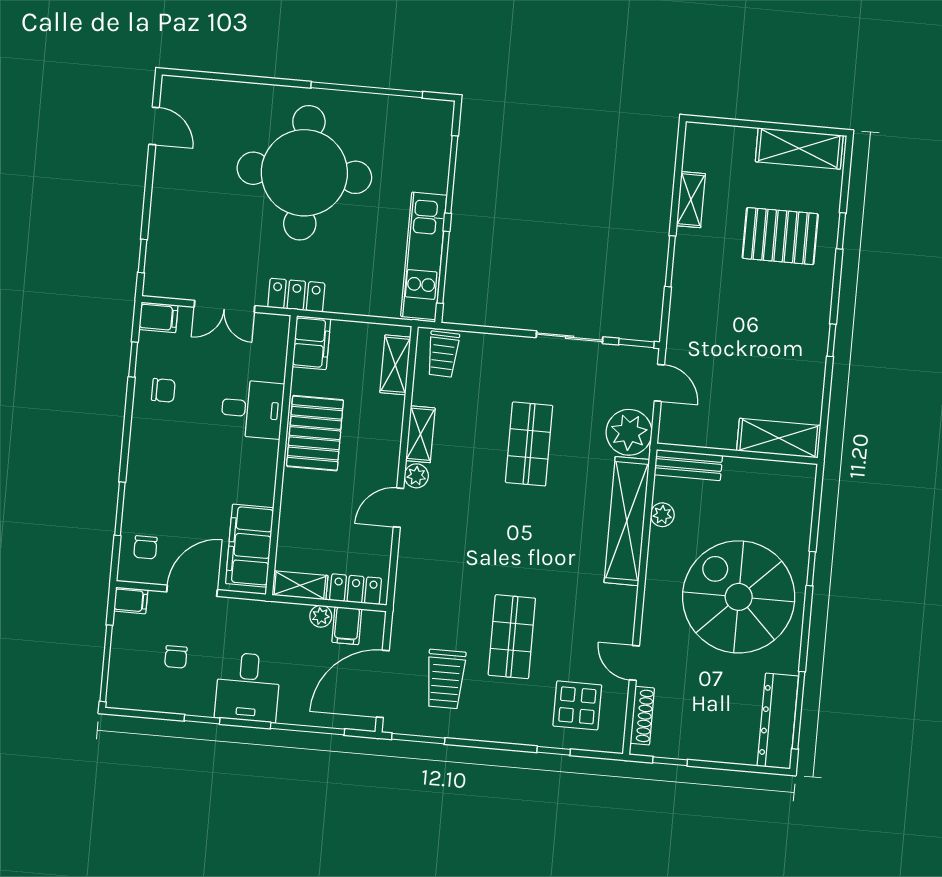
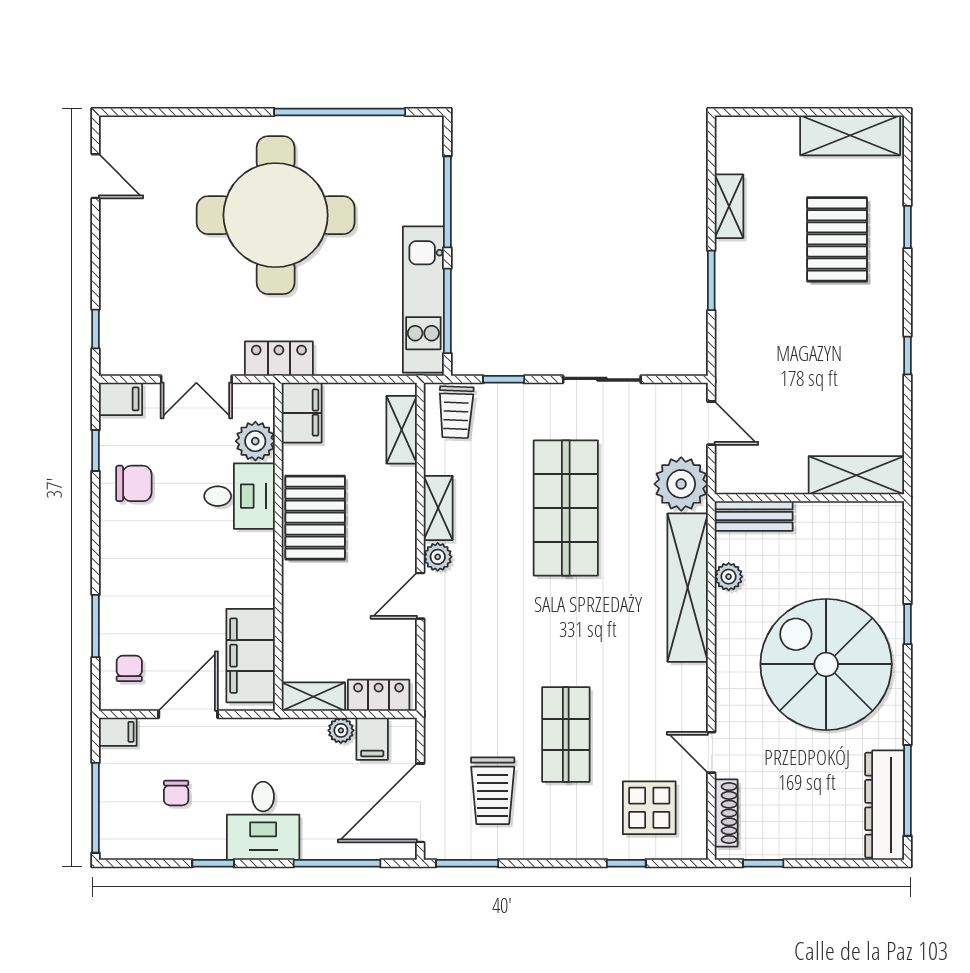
pallet: (780, 236) -> (837, 239), turned 90
window: (636, 343) -> (504, 379), moved
plant: (270, 364) -> (255, 441), added
chair: (163, 390) -> (134, 483), width x1.37, depth x1.37
shop shelf: (529, 444) -> (566, 508), width x1.43, depth x1.36
chair: (145, 547) -> (129, 668), turned 180

